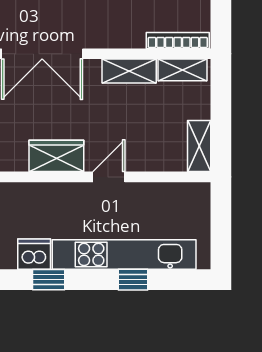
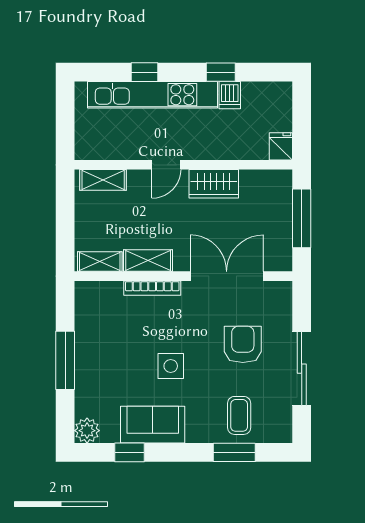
bookcase: (178, 40) -> (152, 288), moved
shelving: (199, 146) -> (103, 180), moved, turned 90
dishwasher: (34, 254) -> (230, 95), width x0.73

